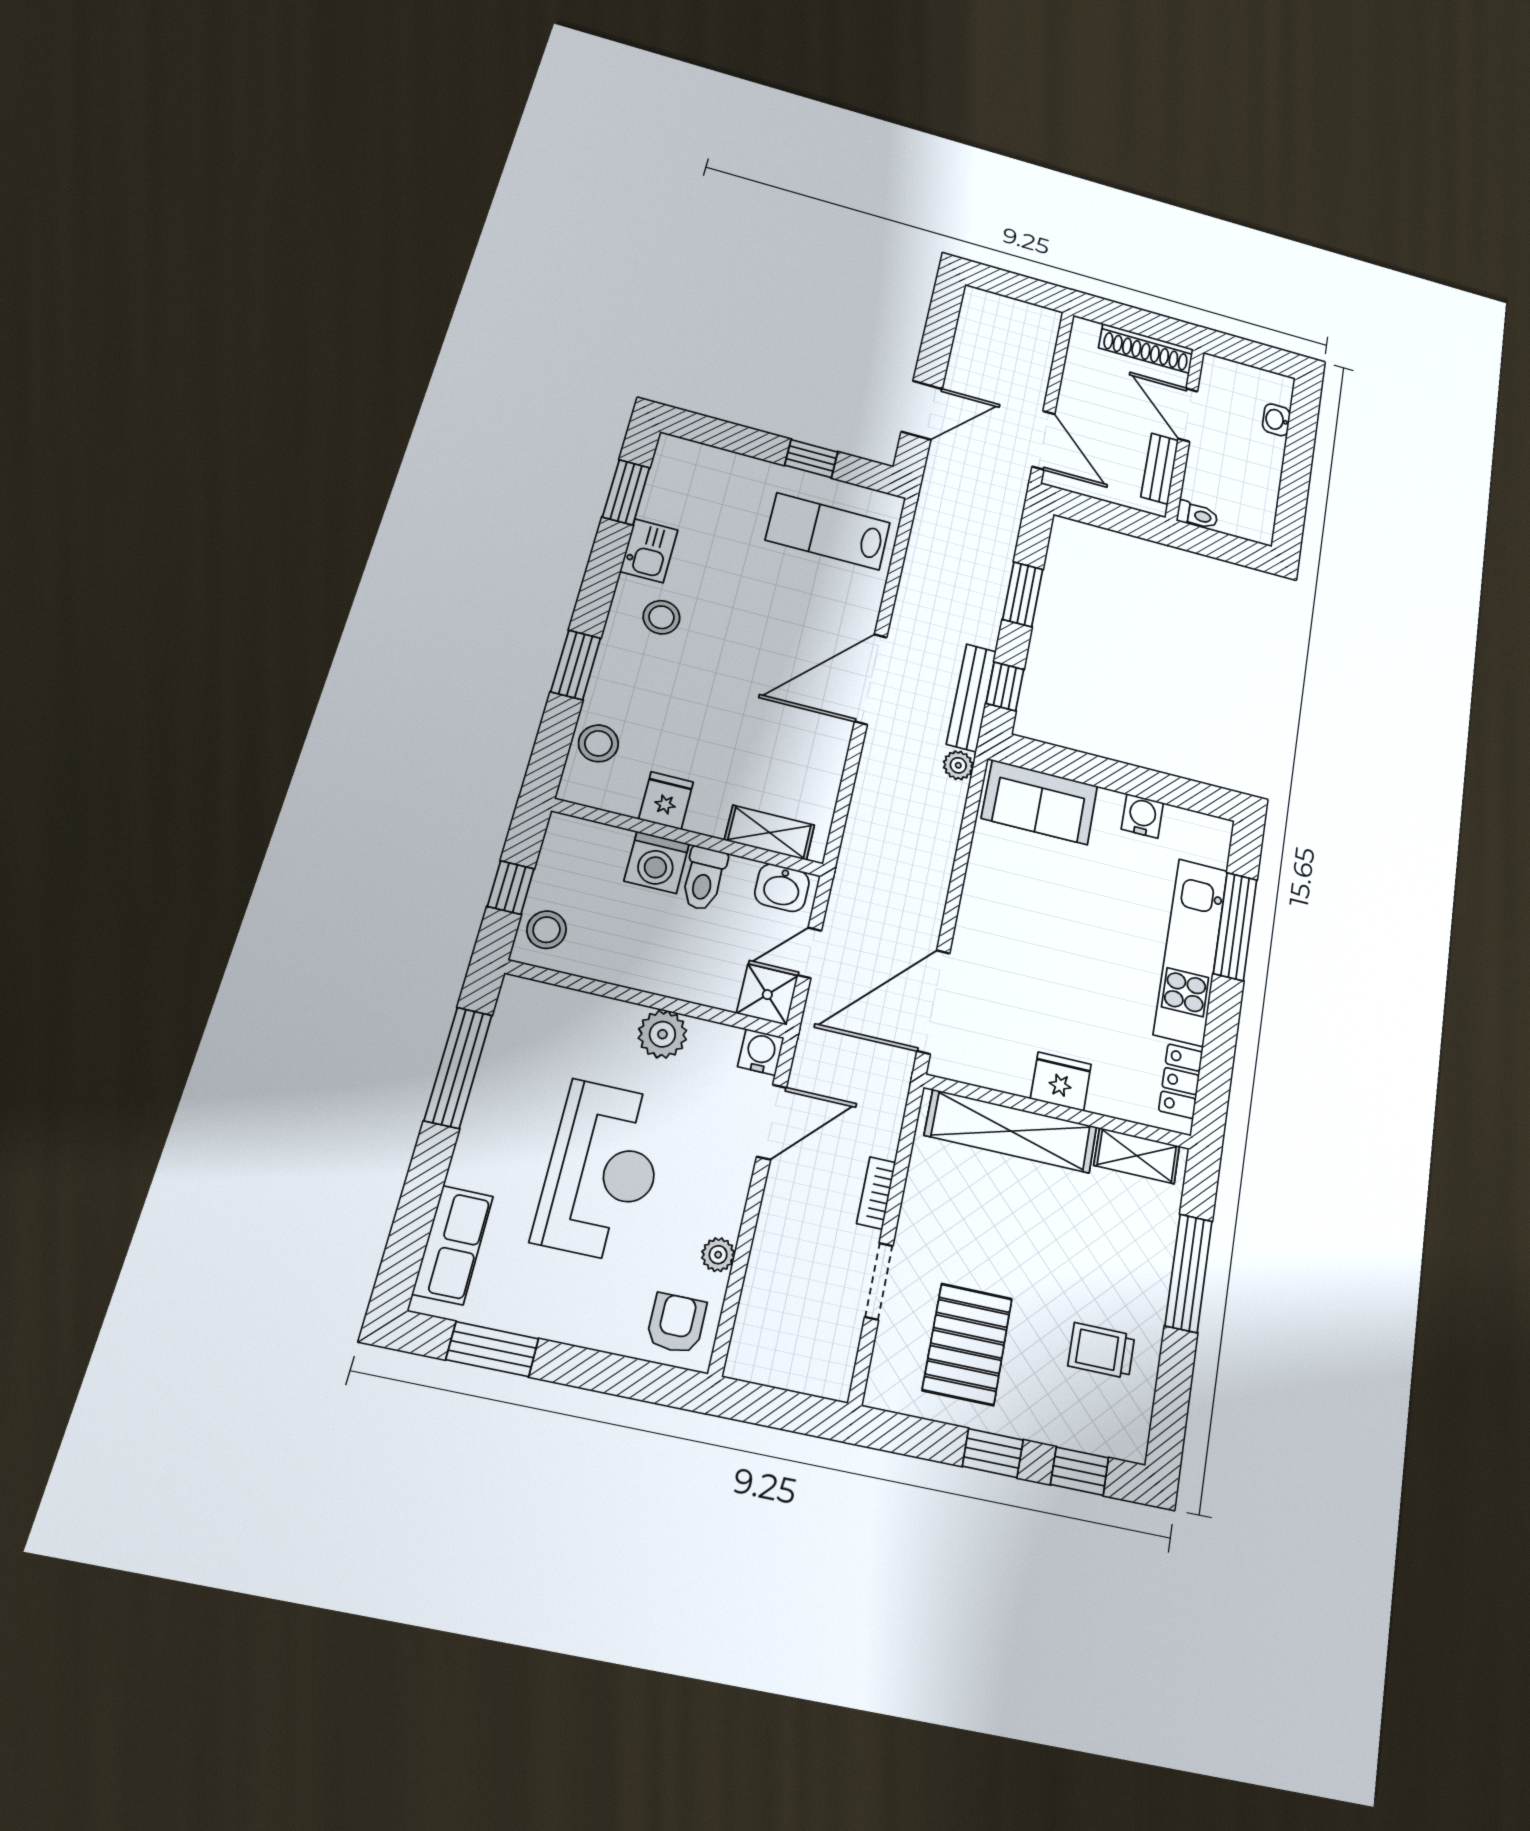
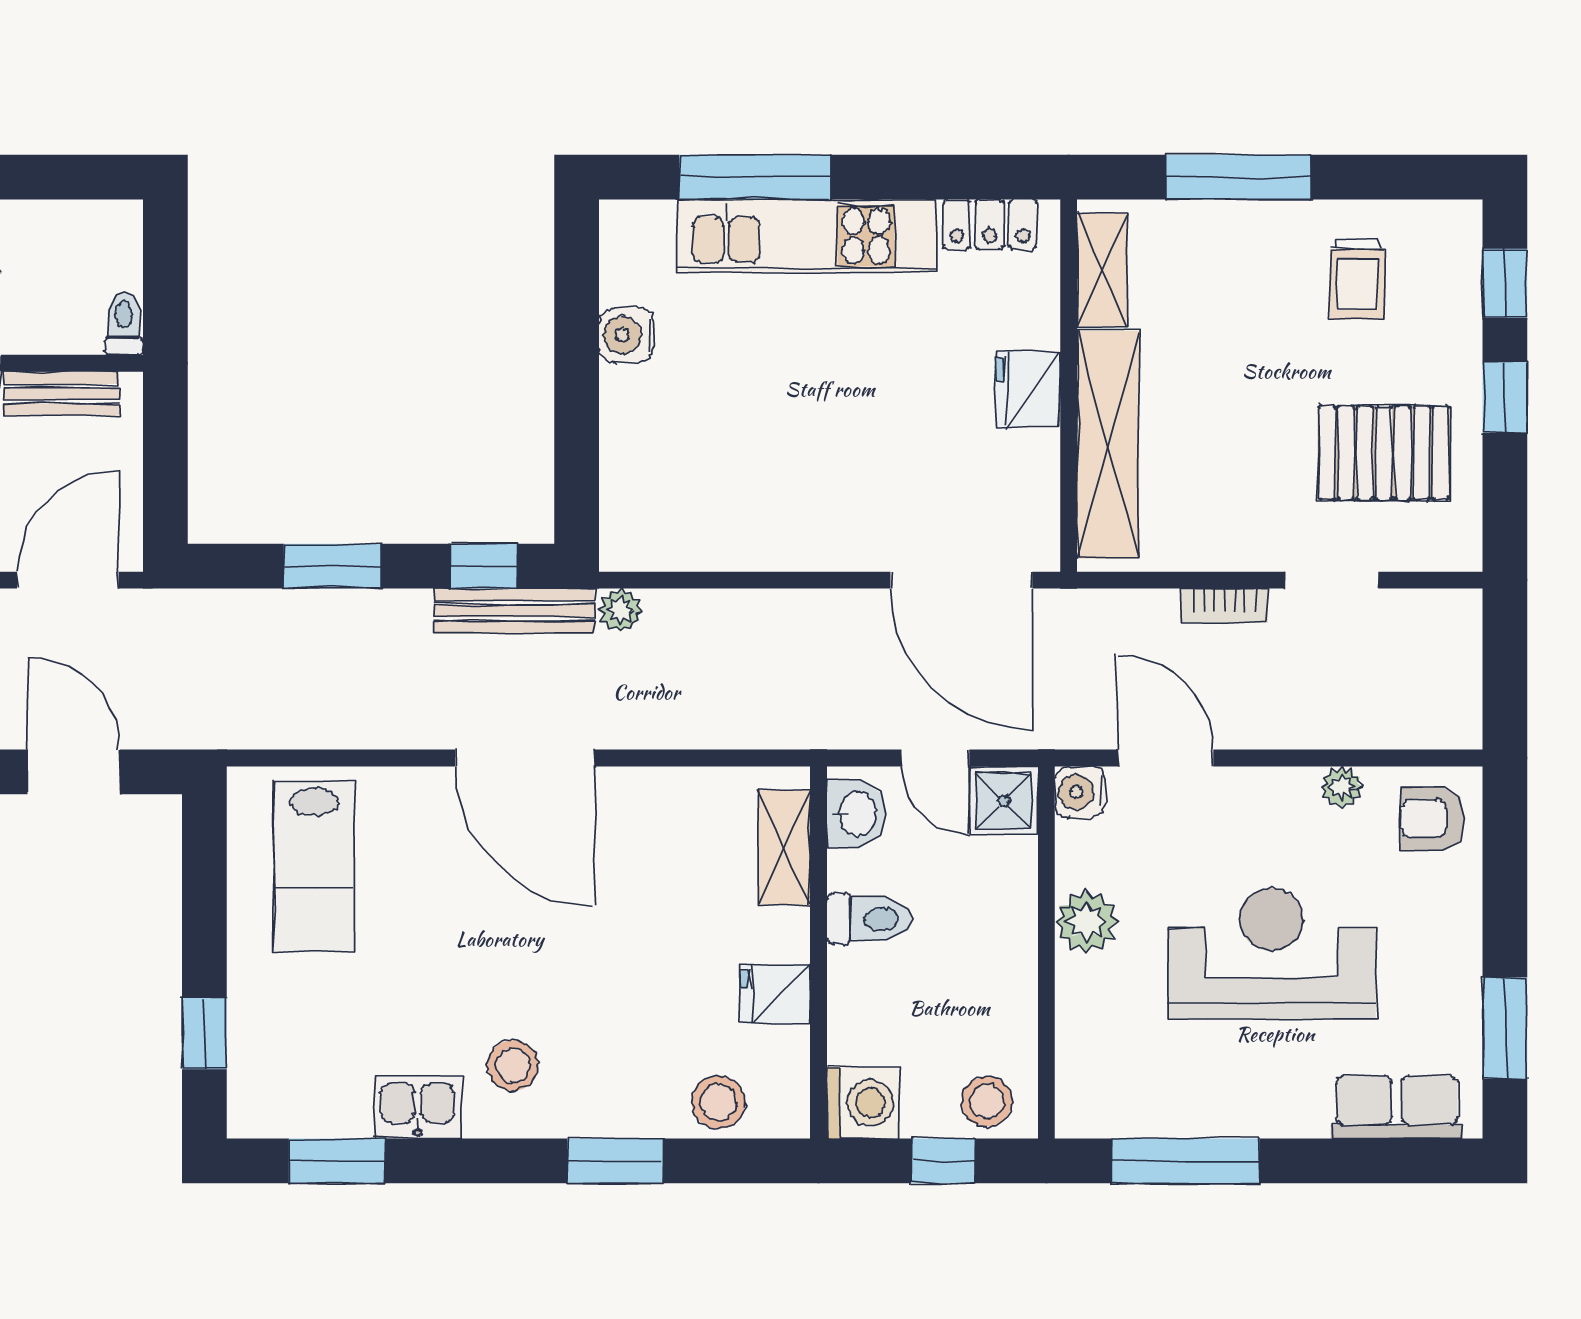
window: (811, 459) -> (204, 1034), moved
sofa: (1040, 802) -> (644, 486), removed
washing machine: (657, 862) -> (863, 1103), moved

